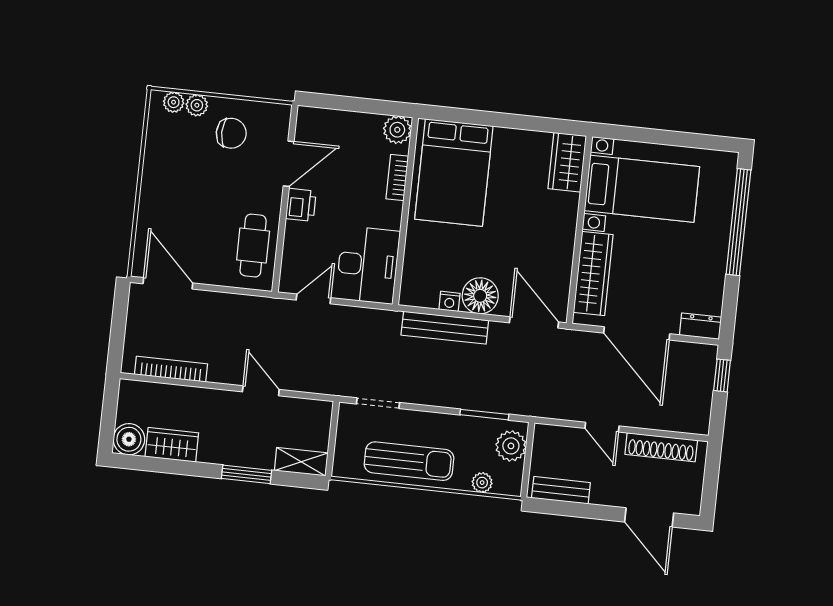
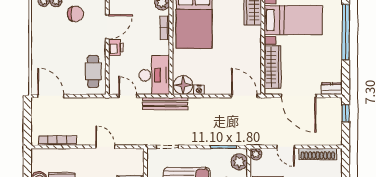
floor lamp: (480, 296) -> (183, 85), moved
door: (313, 299) -> (128, 96), hinge flipped
bench: (445, 328) -> (165, 104), moved
plant: (544, 435) -> (256, 154), added

